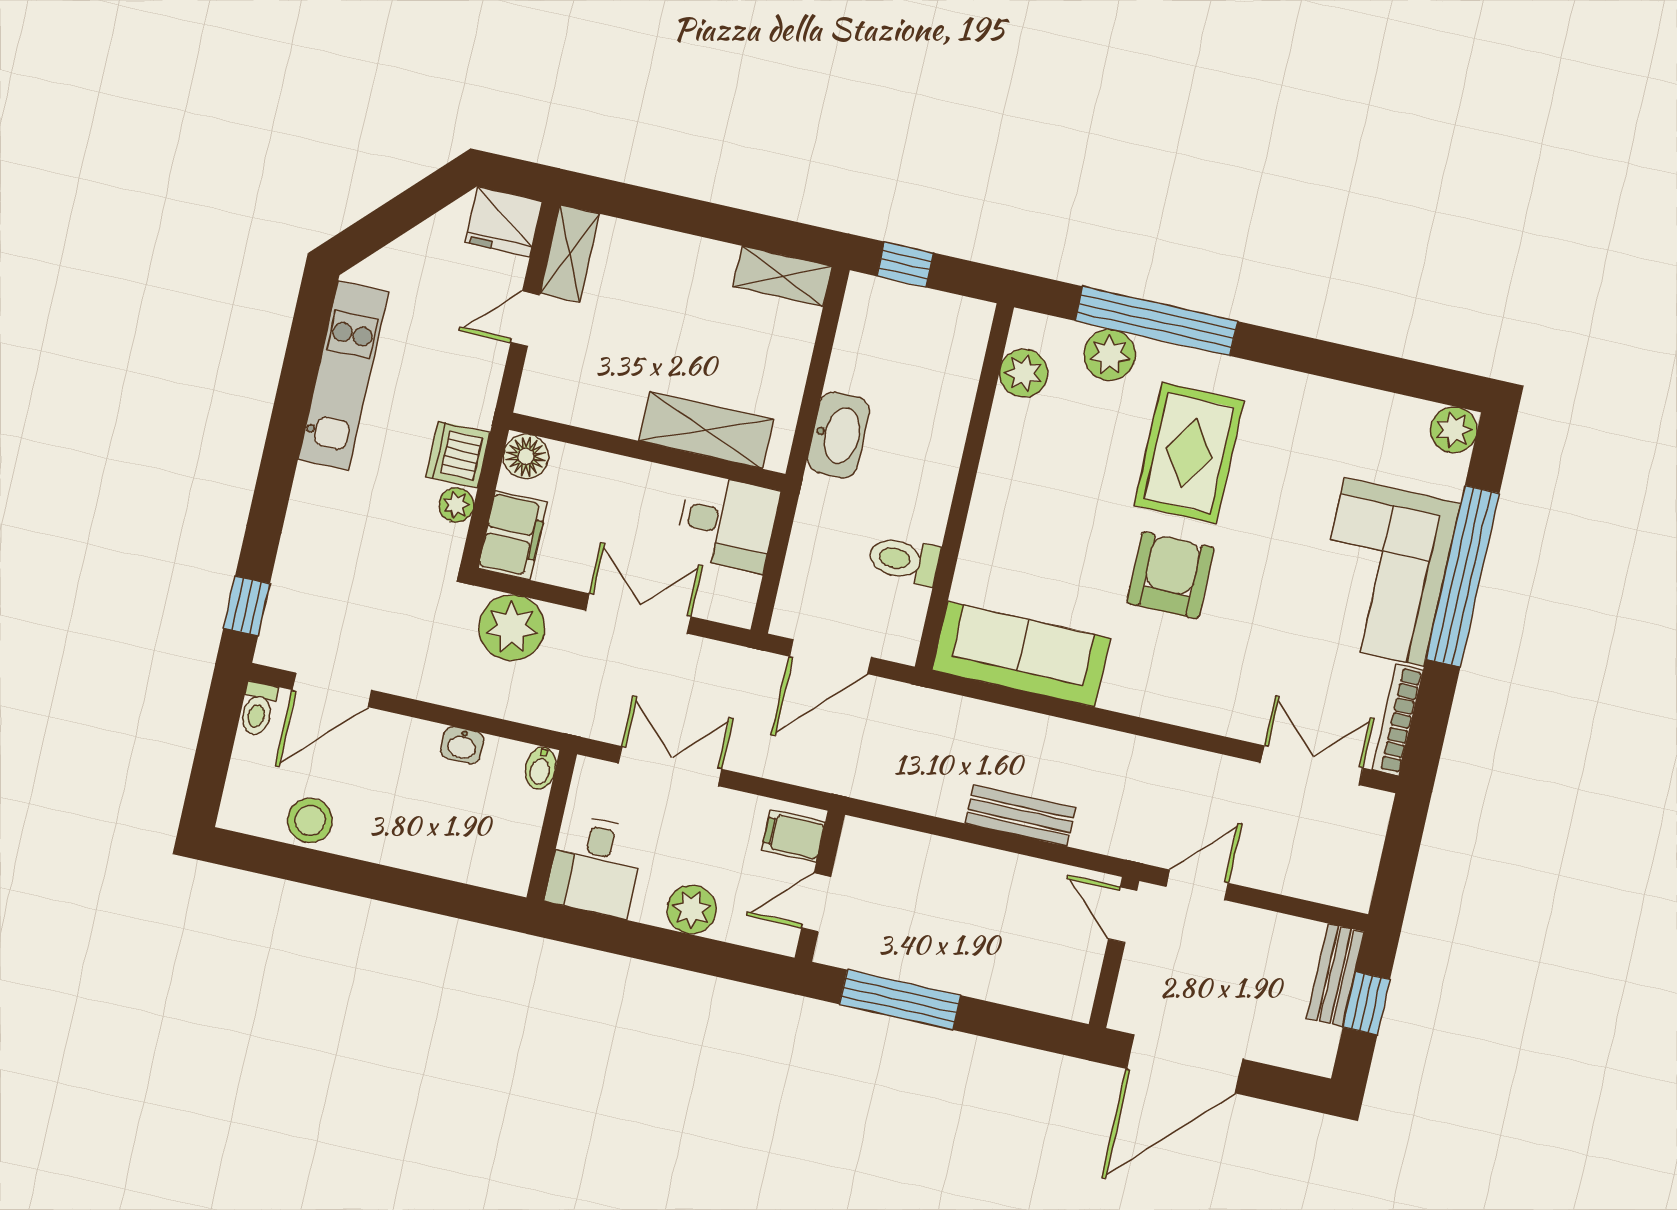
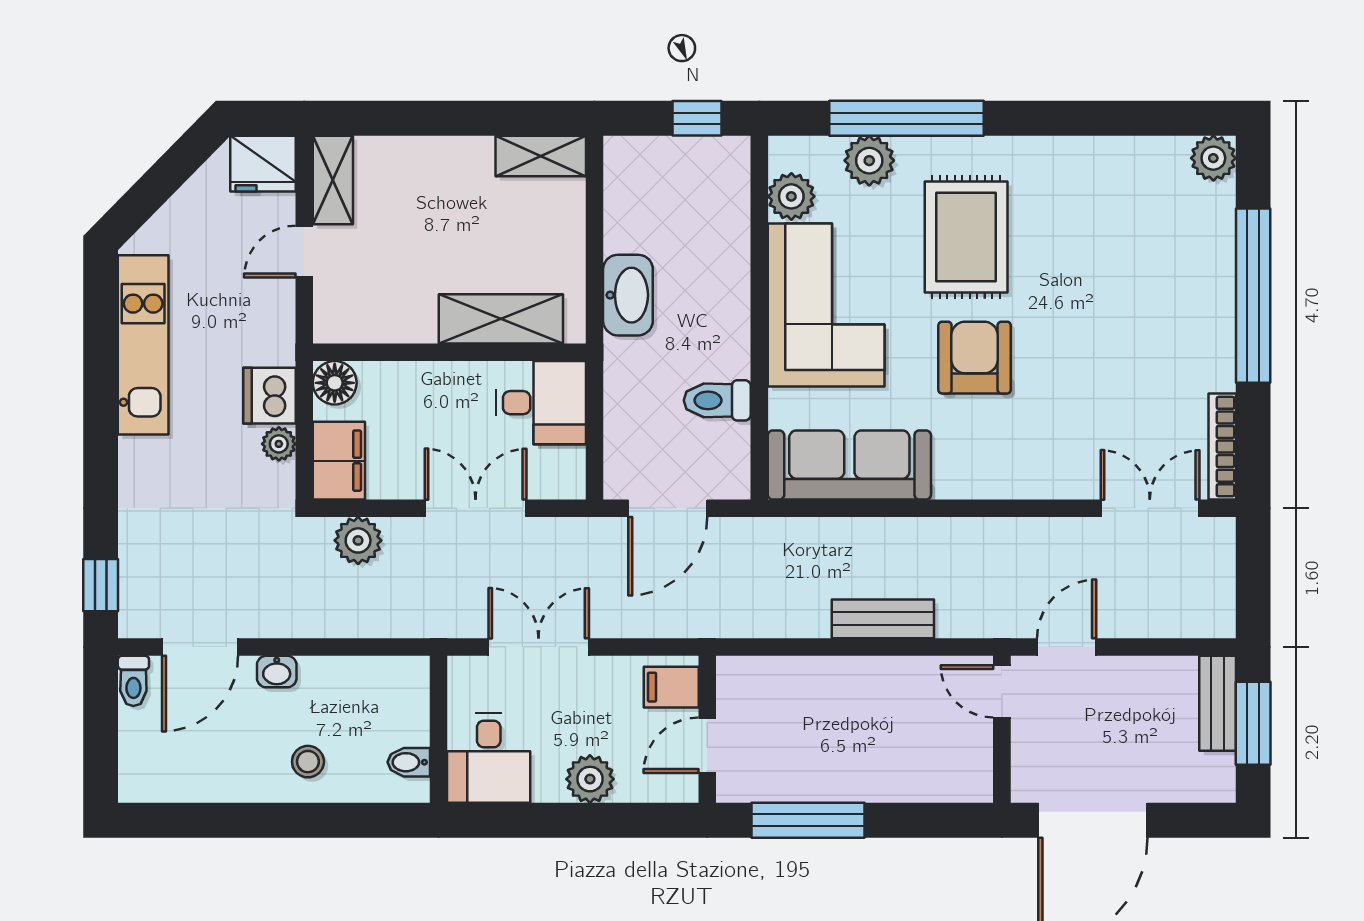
window: (905, 264) -> (697, 118), moved
corner sofa: (1384, 572) -> (826, 305), moved, turned 180
plant: (512, 628) -> (358, 540), width x0.73, depth x0.73
washbasin: (462, 745) -> (277, 672), moved
bidet: (541, 768) -> (409, 762), moved, turned 90
stool: (310, 820) -> (308, 762), moved, width x0.73, depth x0.73
window: (1366, 1003) -> (1253, 723), width x1.50

